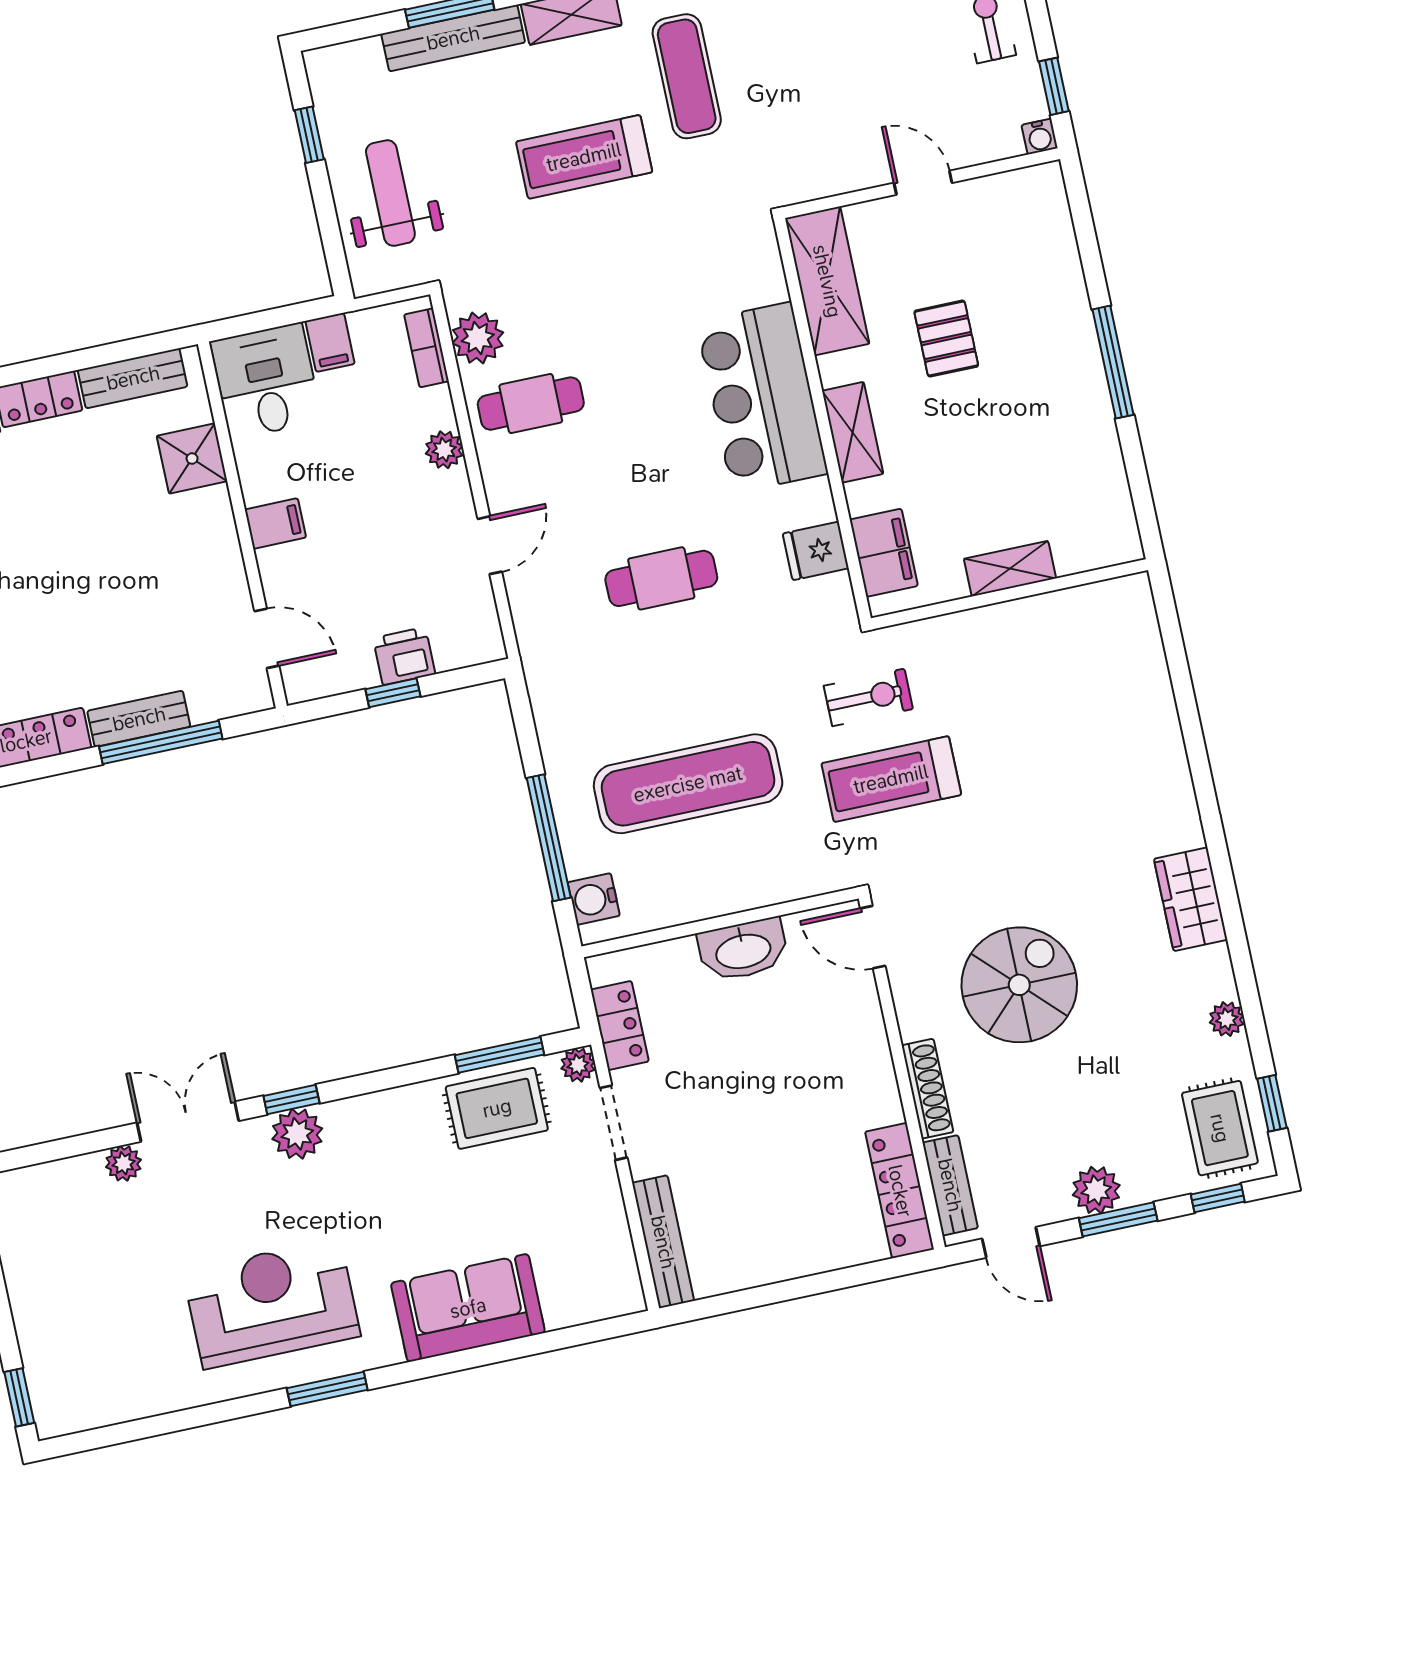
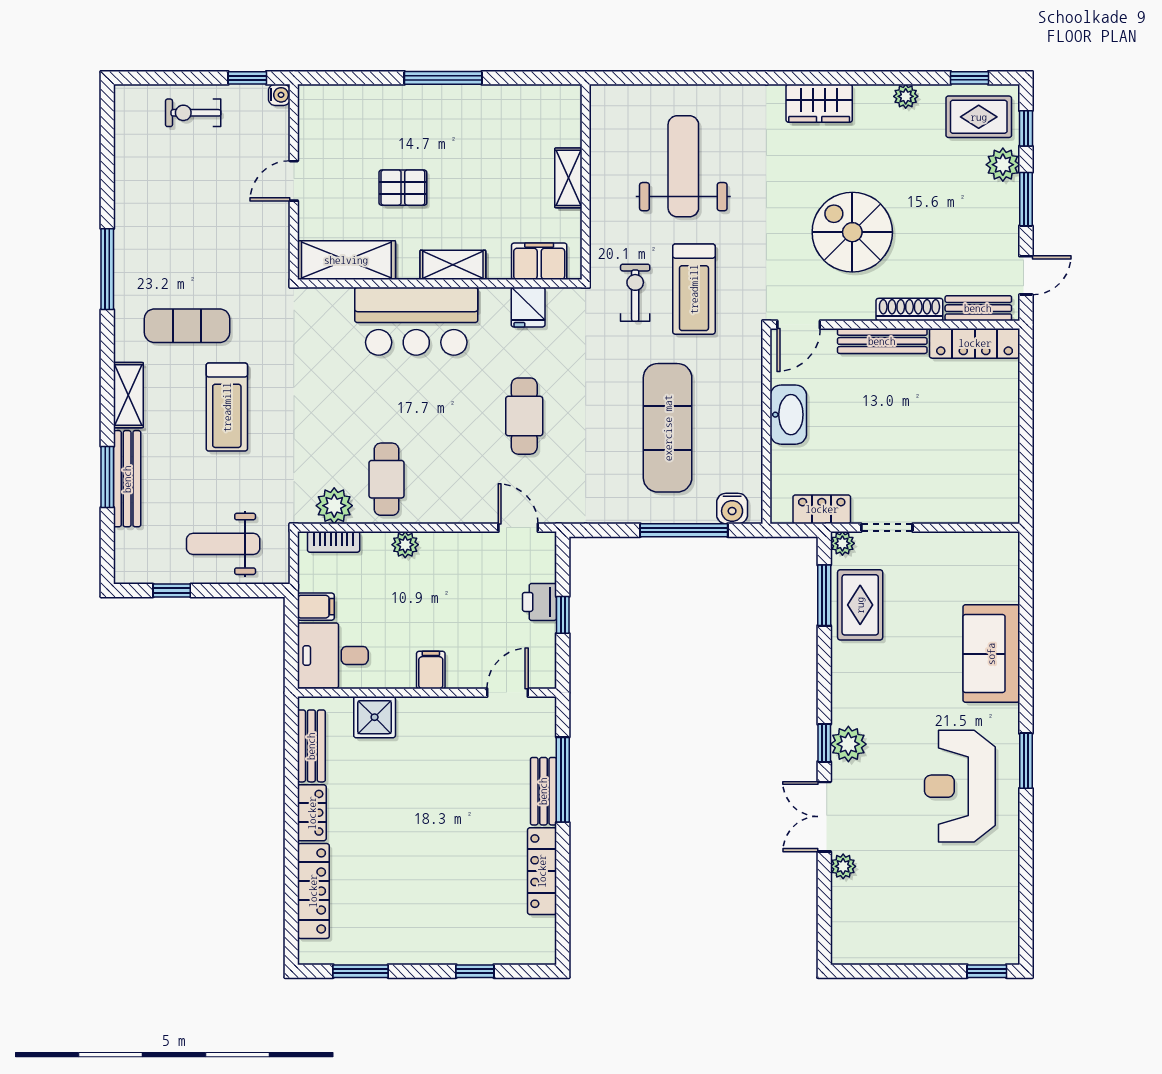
door: (490, 545) -> (518, 528), moved
weight bench: (1061, 727) -> (683, 166), added
plant: (1096, 1190) -> (1003, 165), moved
bench: (663, 1242) -> (882, 341), moved

